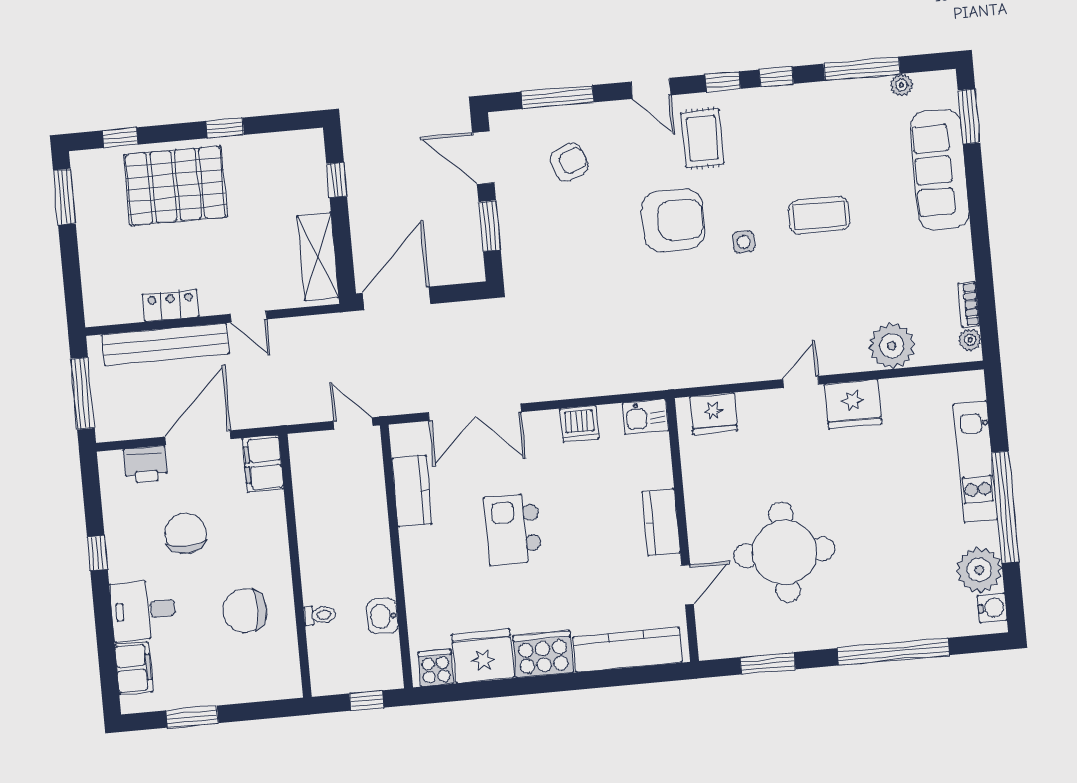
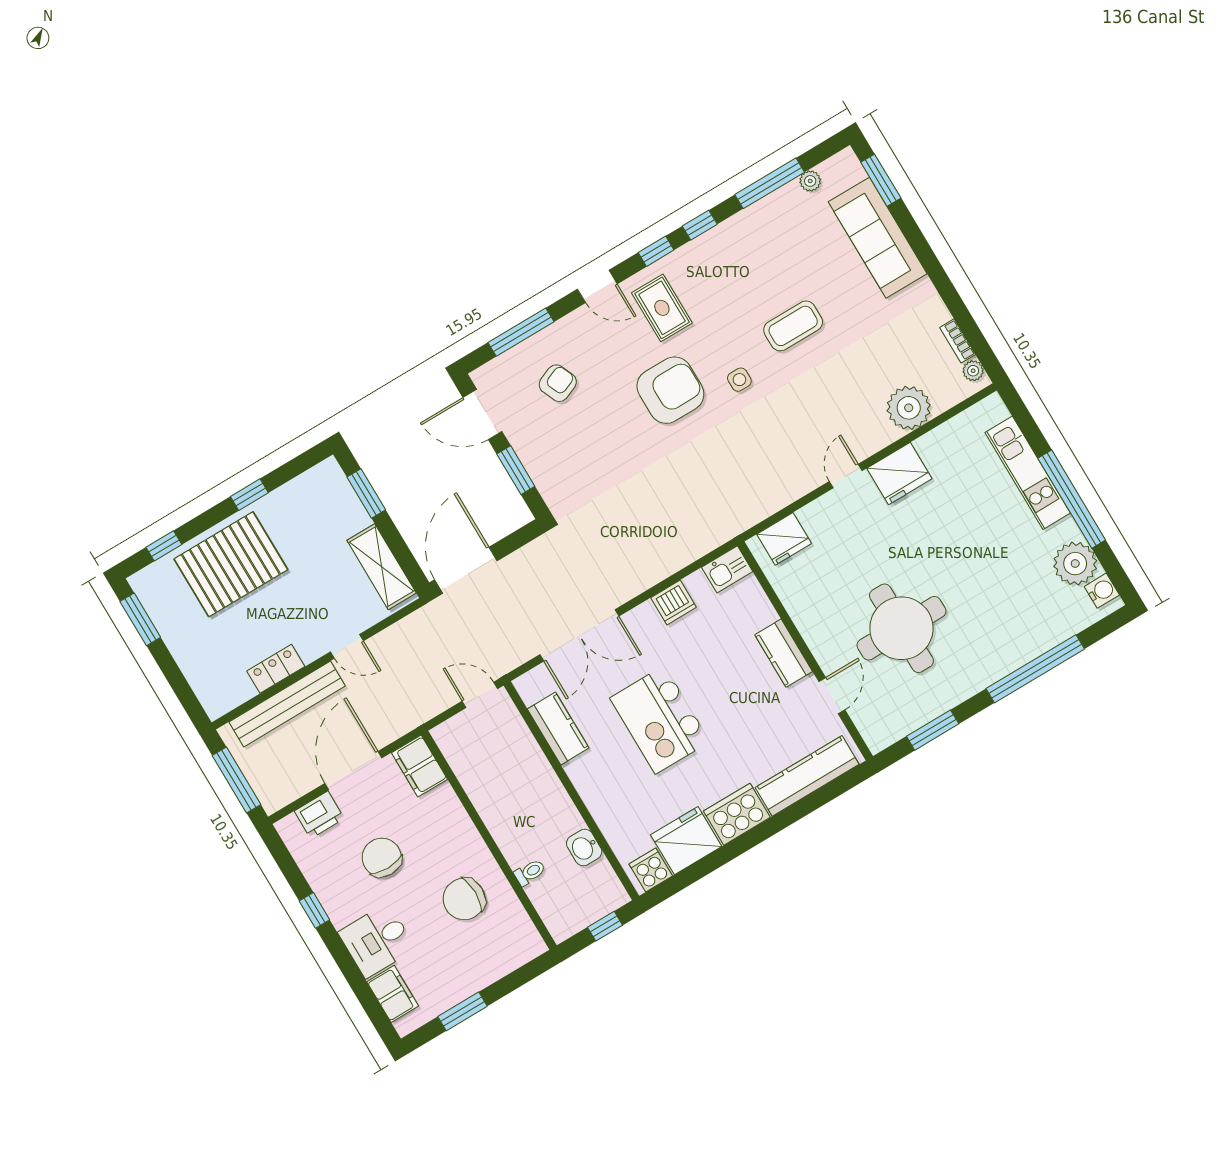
window: (337, 180) -> (366, 493), width x1.50
kitchen island: (513, 529) -> (660, 720), width x1.37, depth x1.28

